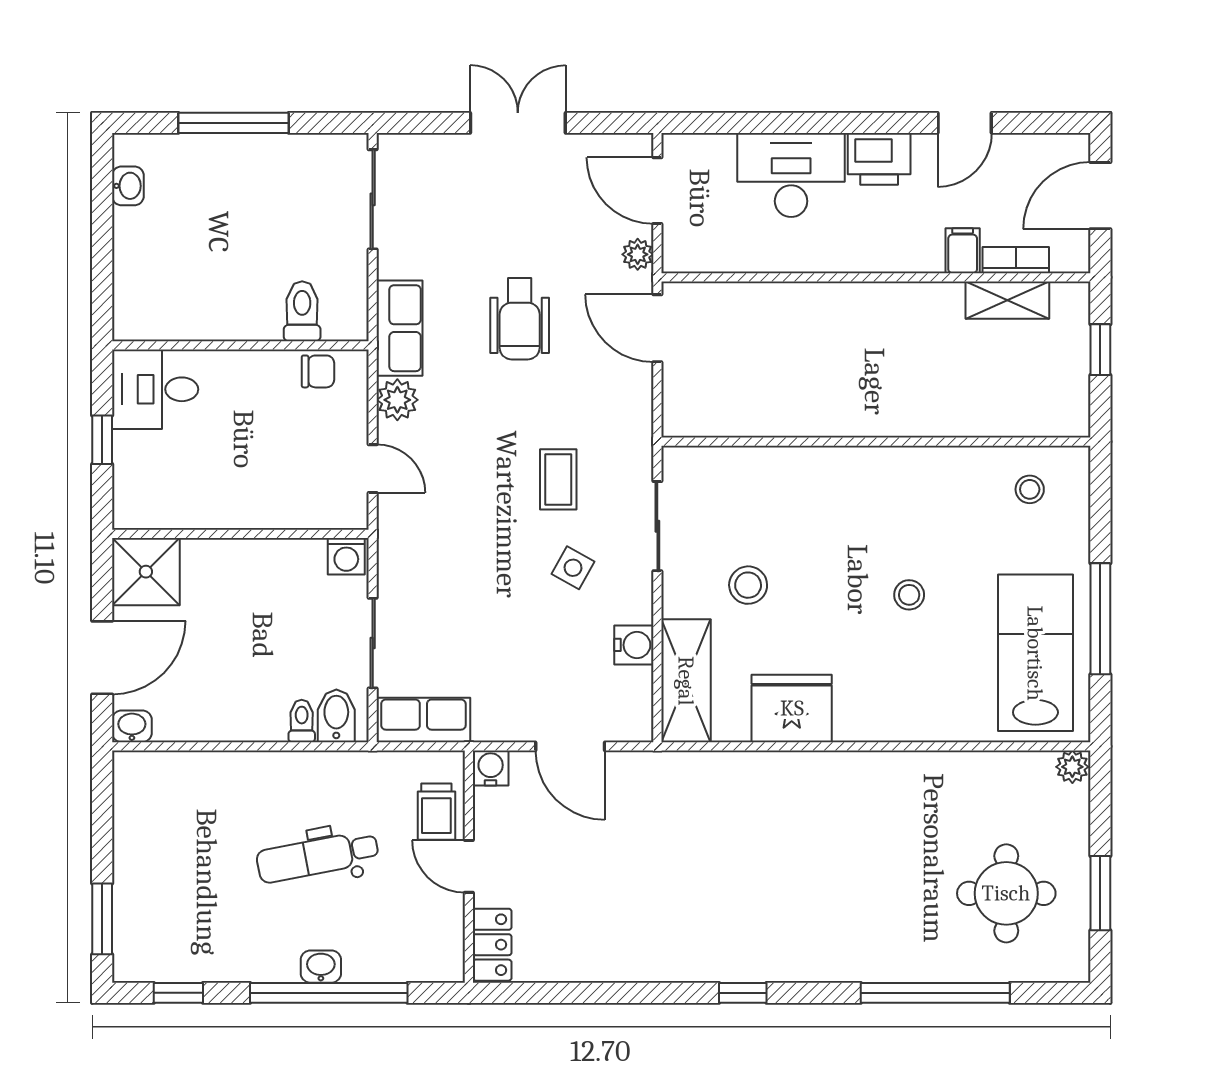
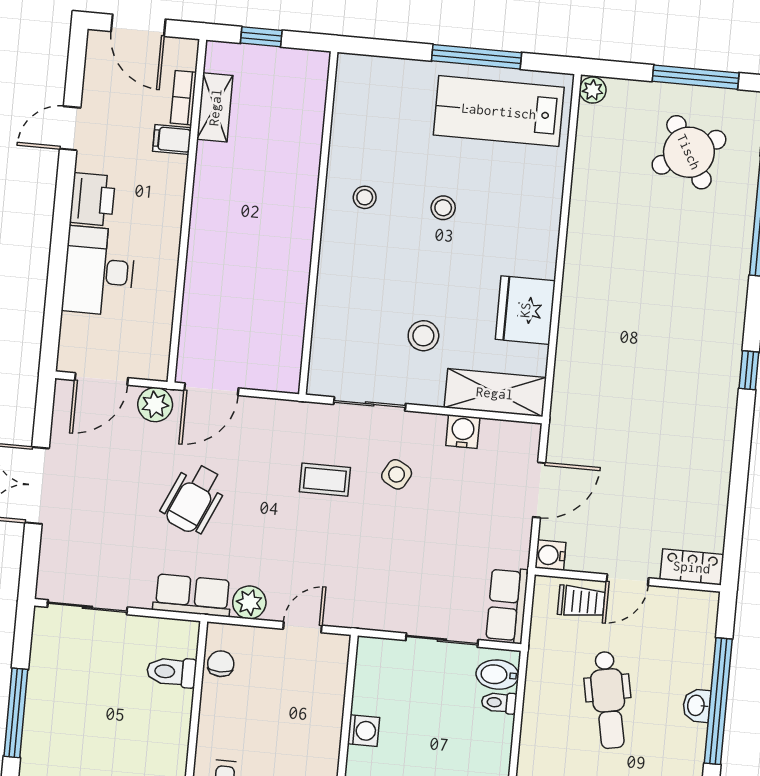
door: (965, 123) -> (70, 128), swing flipped
plant: (638, 254) -> (155, 405), width x1.38, depth x1.38
wheelchair: (520, 319) -> (194, 499), turned 114
stool: (1030, 489) -> (365, 197), moved
washing machine: (346, 556) -> (364, 731), moved
round table: (1006, 893) -> (689, 152), turned -30
window: (1100, 893) -> (696, 77), width x1.44

